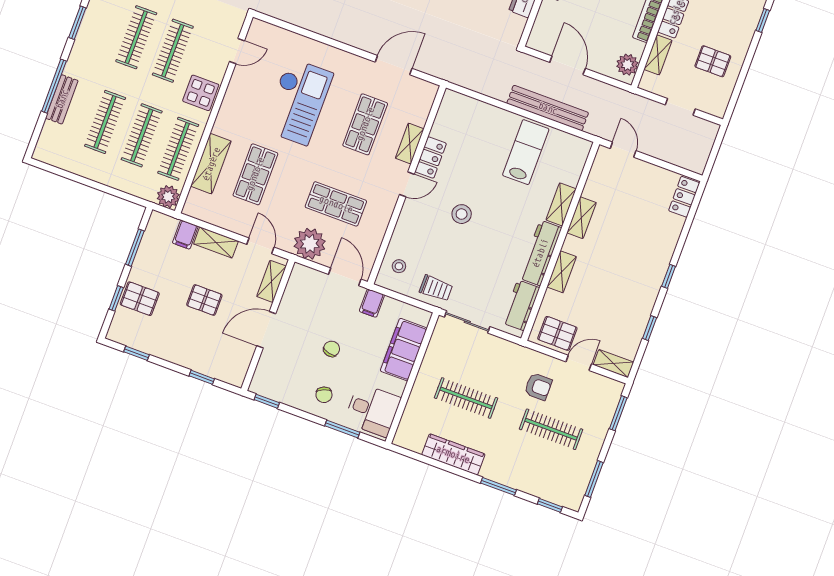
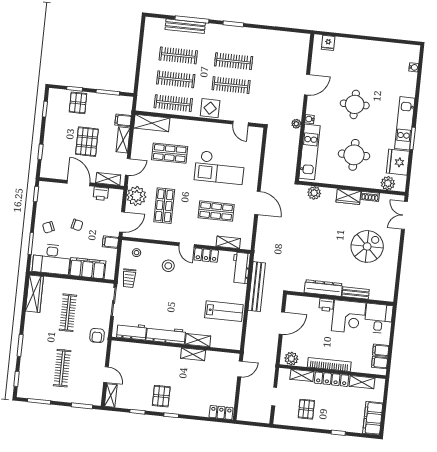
door: (394, 65) -> (257, 203), moved
bench: (62, 99) -> (185, 26), width x1.36
workbench: (464, 108) -> (241, 268), added
bench: (548, 108) -> (257, 287), moved
shelving: (410, 144) -> (228, 242), moved
shelving: (211, 164) -> (152, 123), moved
plant: (168, 197) -> (143, 104), removed
stool: (462, 214) -> (168, 266), moved
shelving: (562, 272) -> (158, 351), removed
printer: (292, 299) -> (101, 194), added
pallet: (204, 300) -> (87, 142), width x1.50, depth x1.42
pallet: (557, 333) -> (161, 396), moved
armchair: (538, 387) -> (97, 336), moved
desk: (373, 410) -> (52, 259), width x1.37
wardrobe: (453, 454) -> (34, 294), moved

